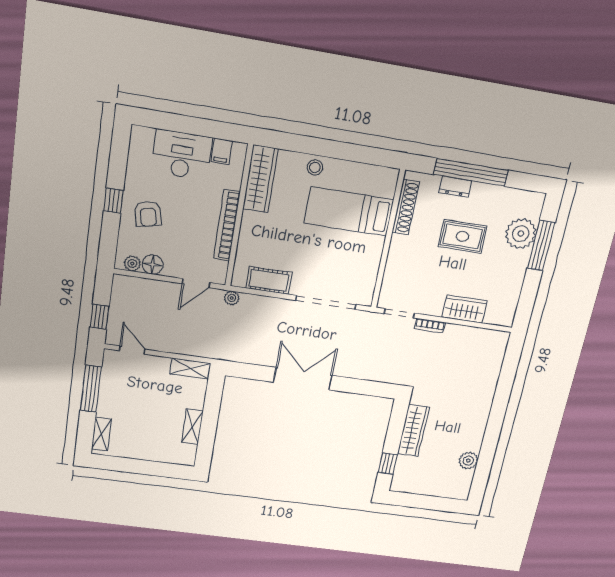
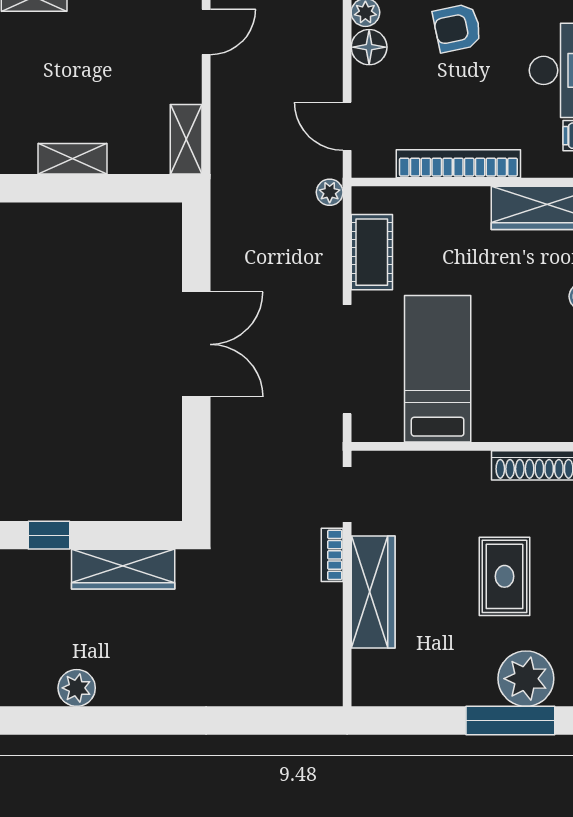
bed: (349, 211) -> (438, 369), moved
wardrobe: (464, 309) -> (373, 592), width x1.50

